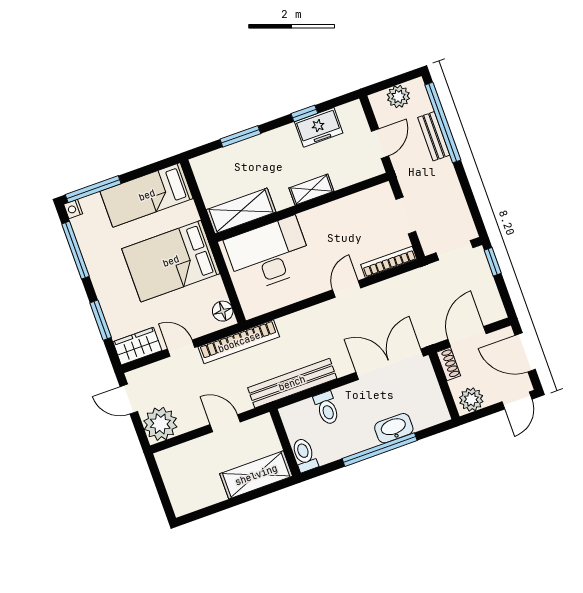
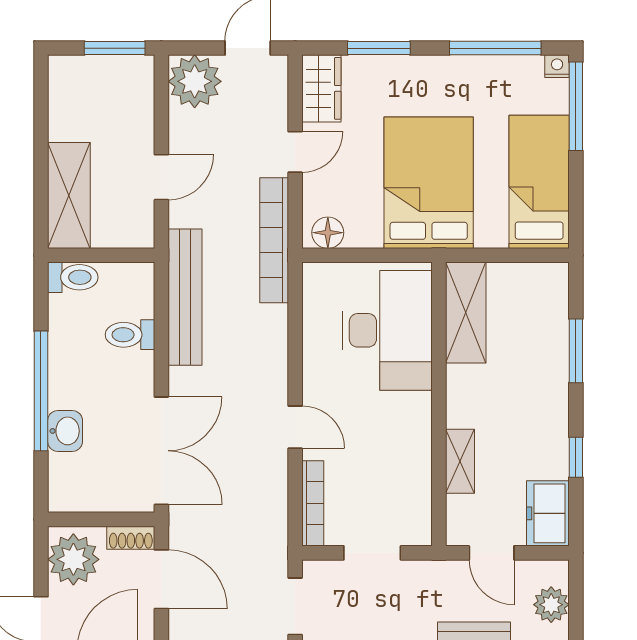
freezer: (319, 127) -> (548, 513), moved
shelving: (311, 190) -> (460, 461), moved
plant: (471, 399) -> (73, 559), width x1.36, depth x1.36
washbasin: (394, 428) -> (65, 431), width x0.72
window: (157, 479) -> (115, 48), added

